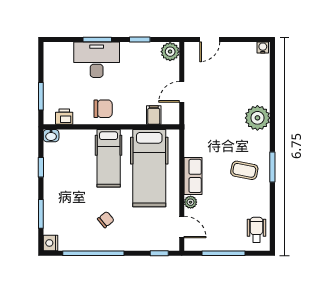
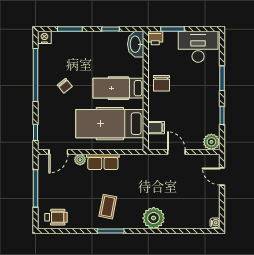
desk: (97, 60) -> (198, 47), moved, turned -90
printer: (64, 117) -> (155, 38), moved, turned 90
washbasin: (51, 136) -> (136, 44), width x1.91, depth x1.45

